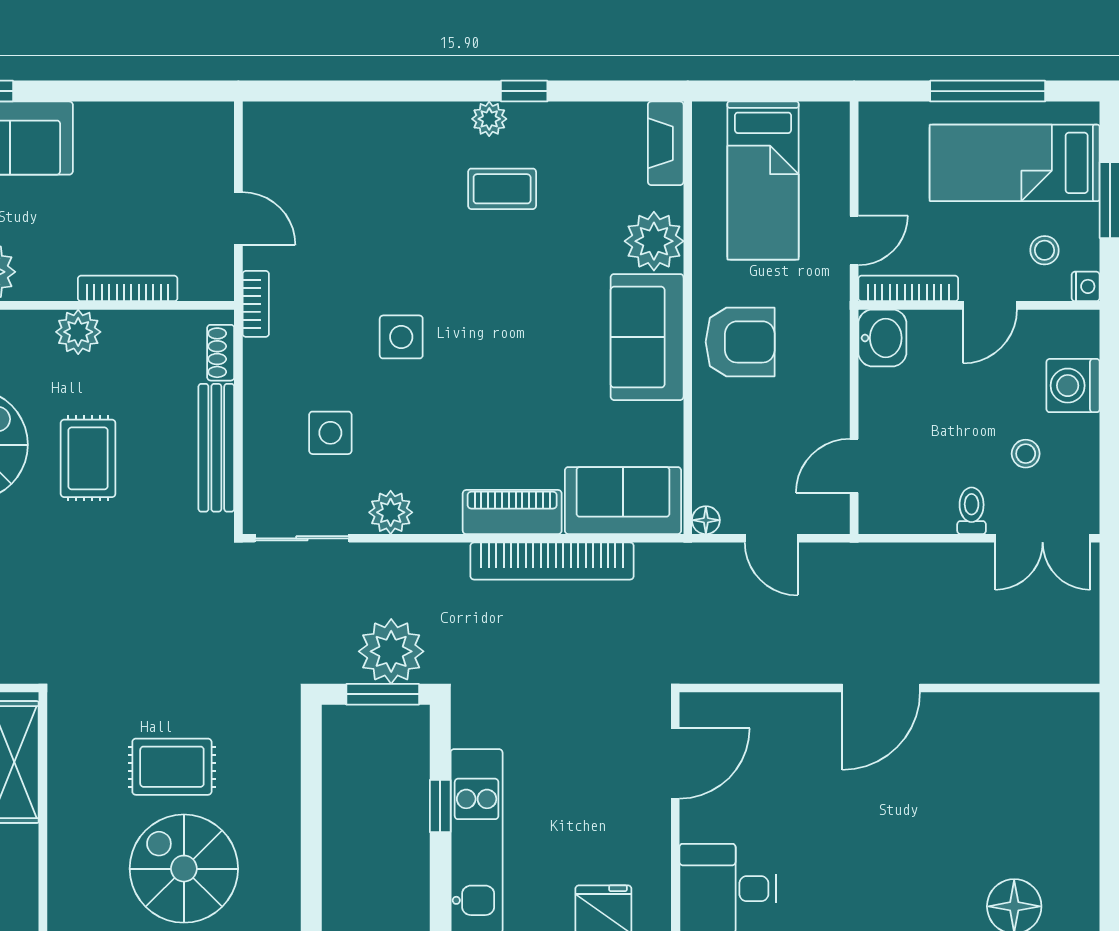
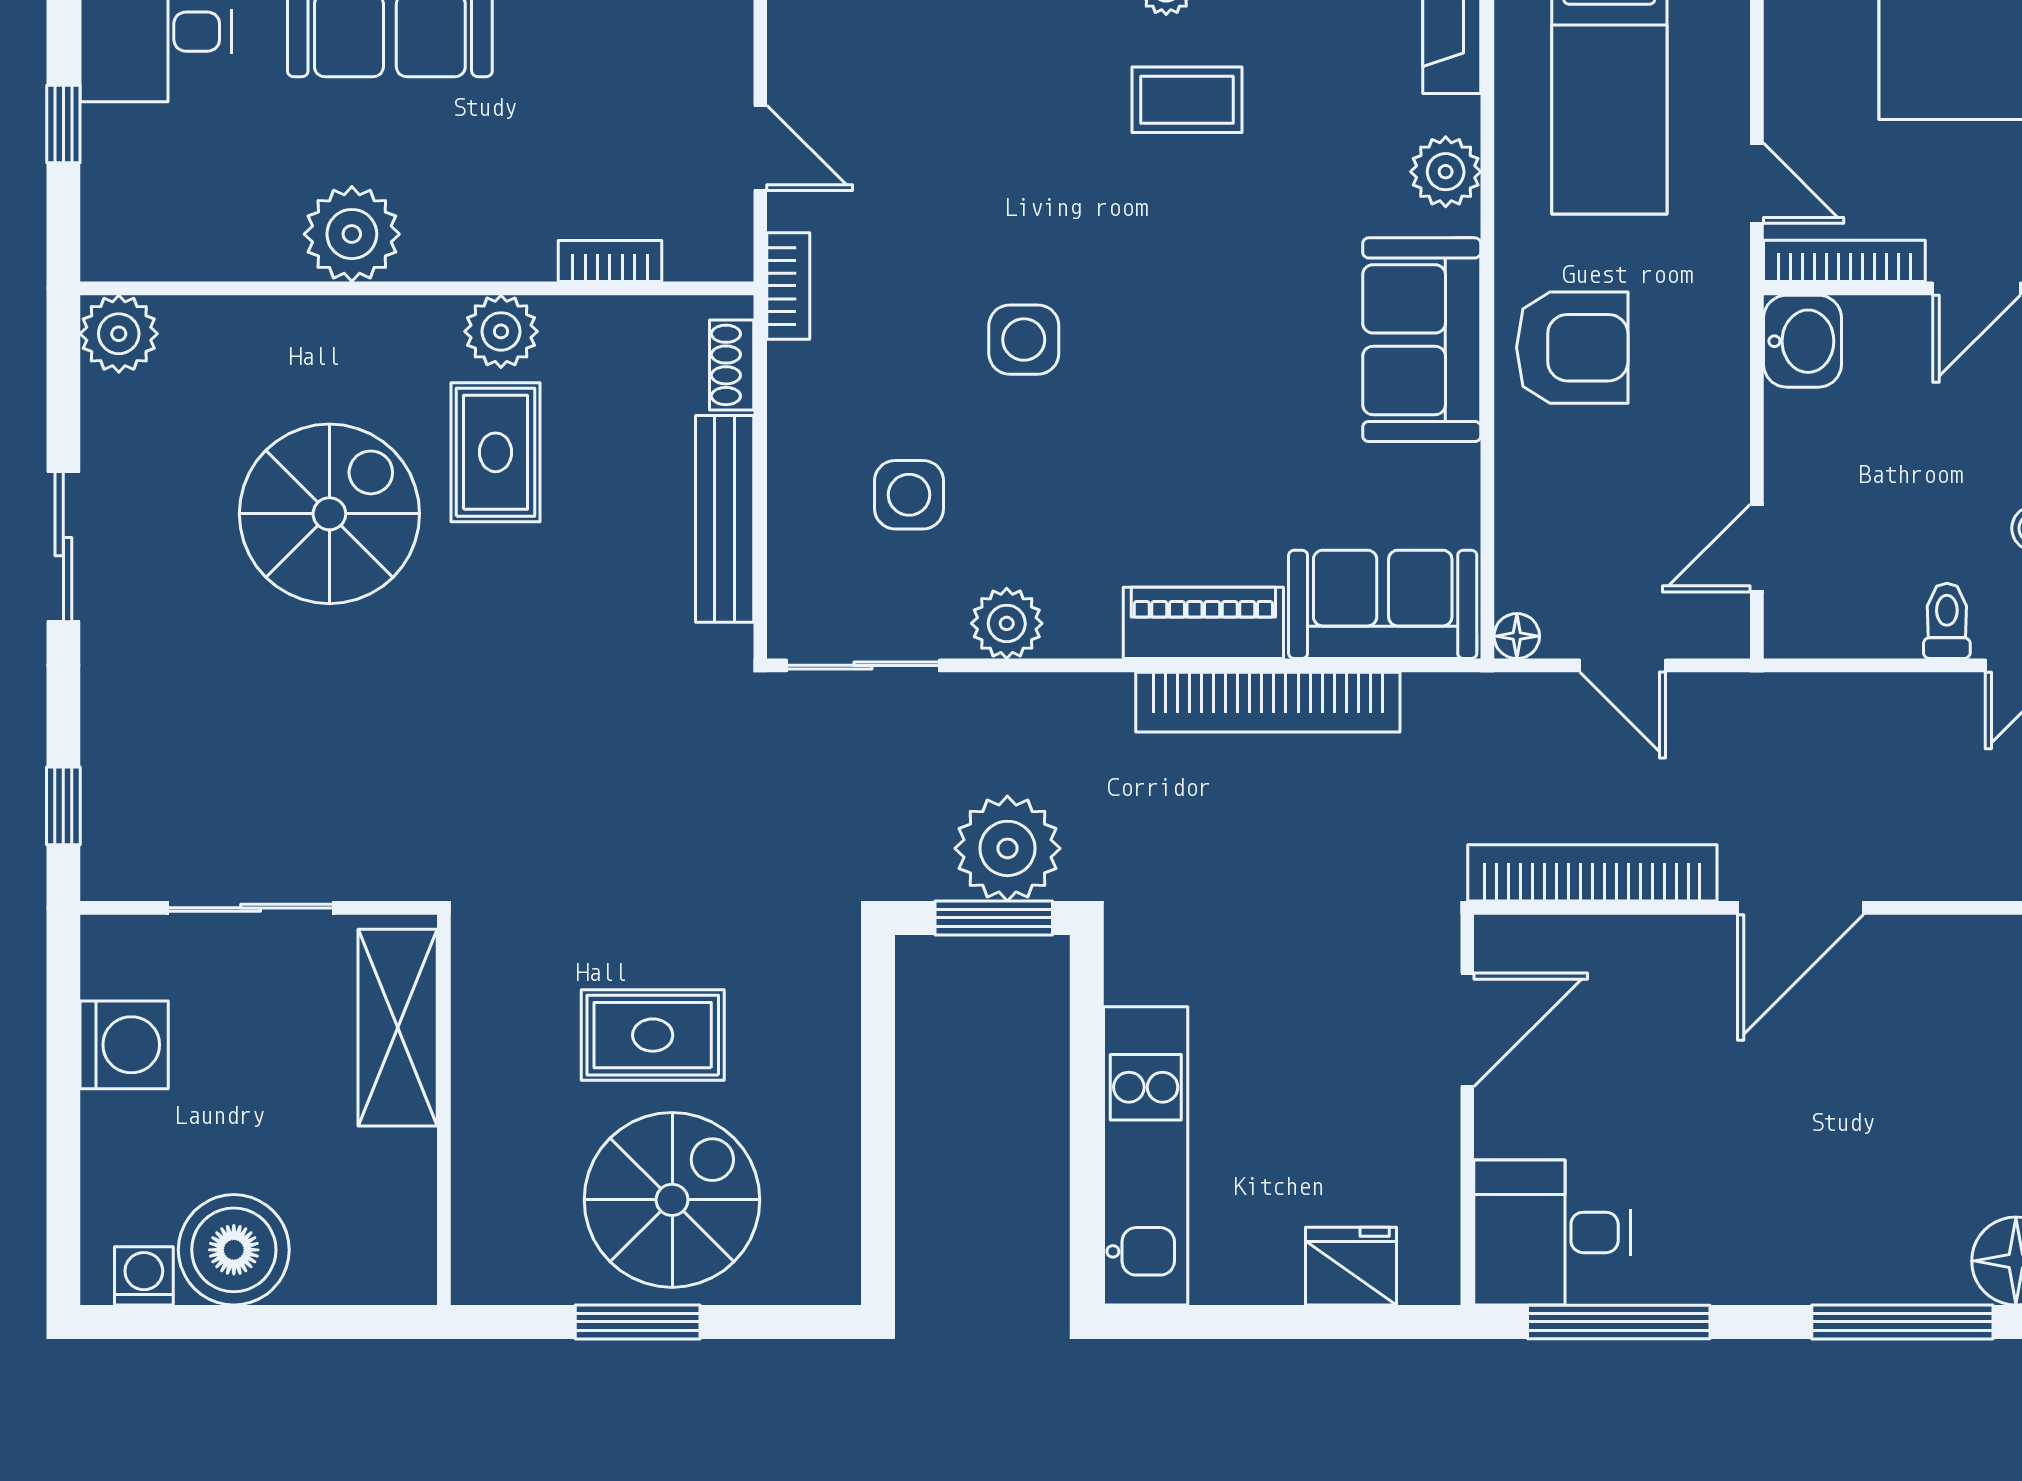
door: (854, 240) -> (1757, 183), hinge flipped
plant: (654, 241) -> (1446, 172), width x0.73, depth x0.73
bookcase: (128, 288) -> (610, 261), width x0.64
rug: (88, 458) -> (496, 452), moved
bookcase: (753, 666) -> (1592, 873), added
window: (440, 806) -> (1087, 1099), removed
spiral stairs: (184, 869) -> (672, 1200), turned 90

